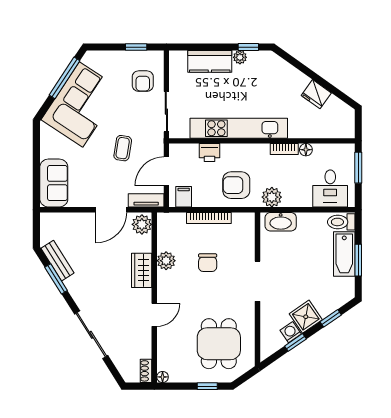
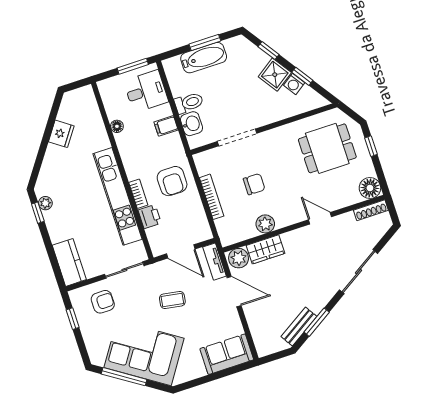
plant: (240, 57) -> (45, 203), moved
kitchen counter: (210, 61) -> (69, 262), moved
bookcase: (284, 149) -> (138, 194), moved
window: (358, 168) -> (133, 66), moved
filing cabinet: (184, 197) -> (166, 126), moved
plant: (272, 197) -> (172, 144), removed
washbasin: (281, 222) -> (191, 124), width x0.72
toilet: (341, 222) -> (189, 103), moved, turned -90
wardrobe: (142, 270) -> (266, 249), moved
doorway: (258, 281) -> (237, 137), moved
shoe rack: (146, 371) -> (371, 210), width x1.43
floor lamp: (163, 377) -> (370, 188), width x1.89, depth x1.89

